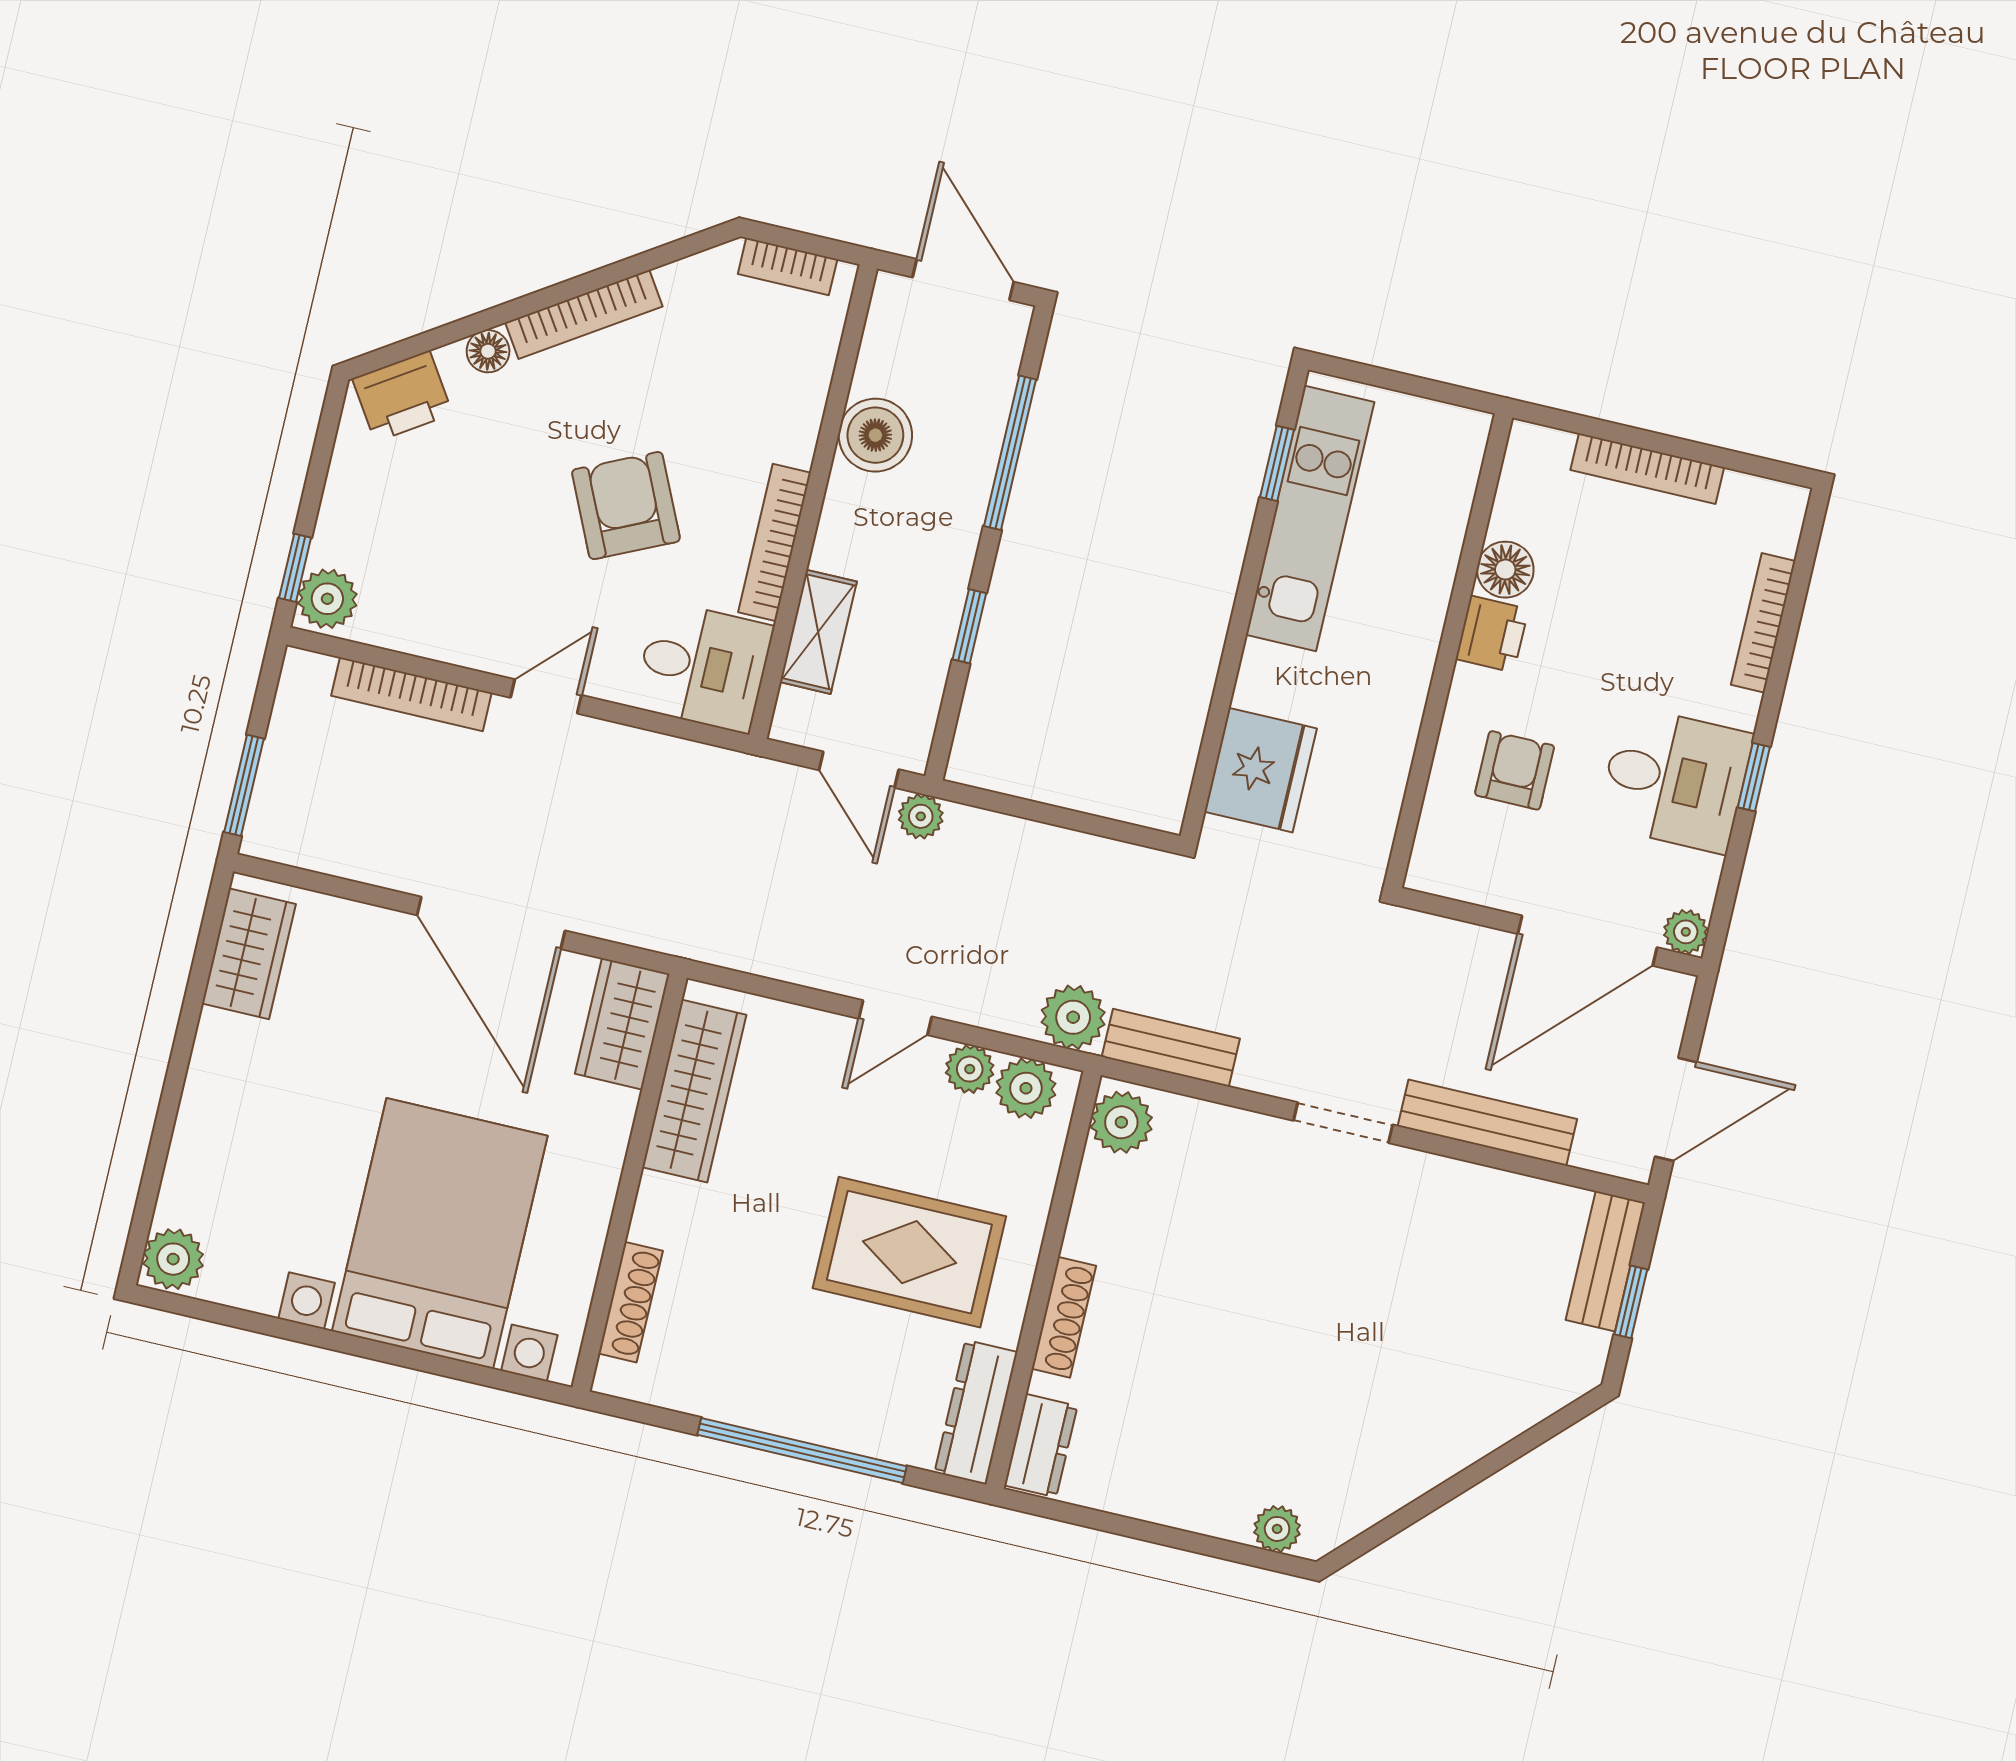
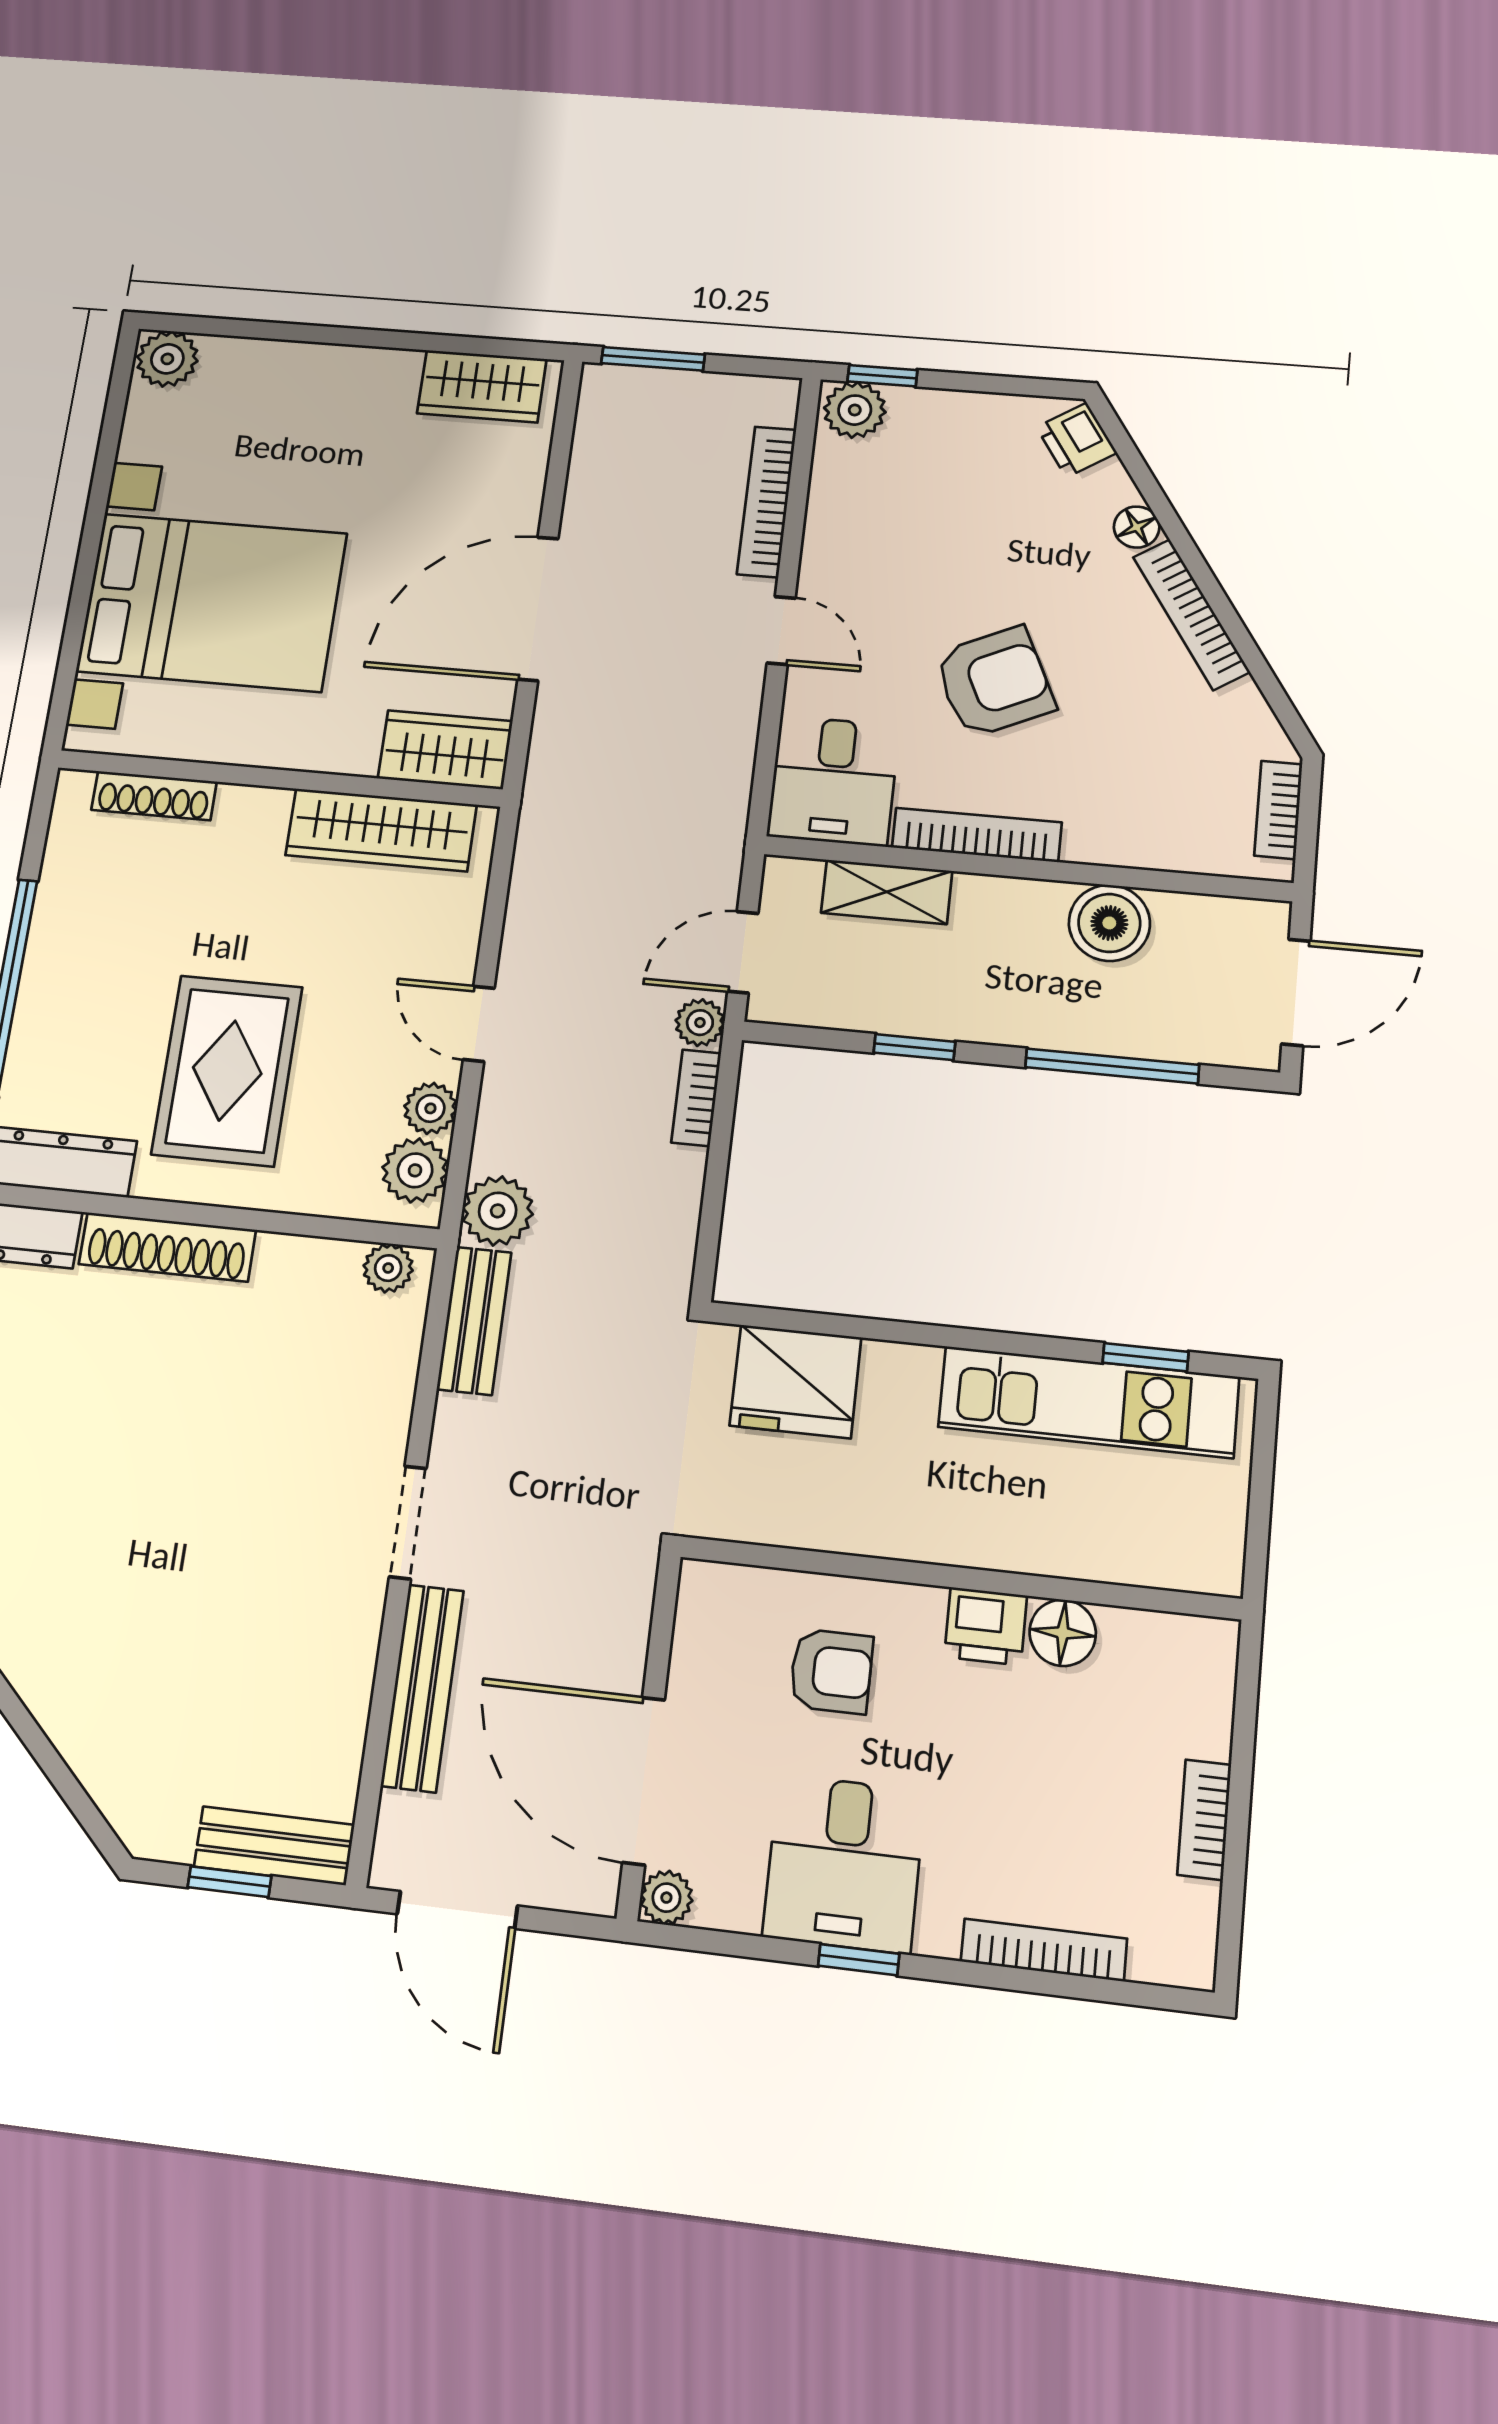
printer: (402, 396) -> (1077, 440), width x0.73, depth x0.81
bookcase: (1647, 469) -> (1204, 1820), width x0.64
bookcase: (991, 828) -> (696, 1098), added
plant: (1121, 1122) -> (388, 1268), width x0.73, depth x0.73
shoe rack: (1064, 1317) -> (167, 1247), width x1.36, depth x1.24

